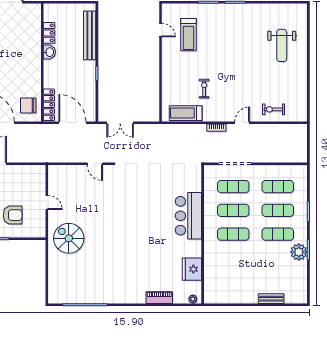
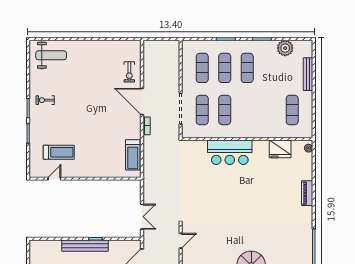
bench: (90, 35) -> (85, 246), moved
weight bench: (282, 45) -> (51, 55), moved
exercise bike: (204, 89) -> (45, 100), moved
door: (242, 123) -> (142, 101), width x1.87
exercise mat: (233, 234) -> (292, 110), moved
plant: (299, 252) -> (285, 48), moved
piano: (159, 298) -> (307, 193), moved
bench: (271, 299) -> (308, 74), width x1.36

